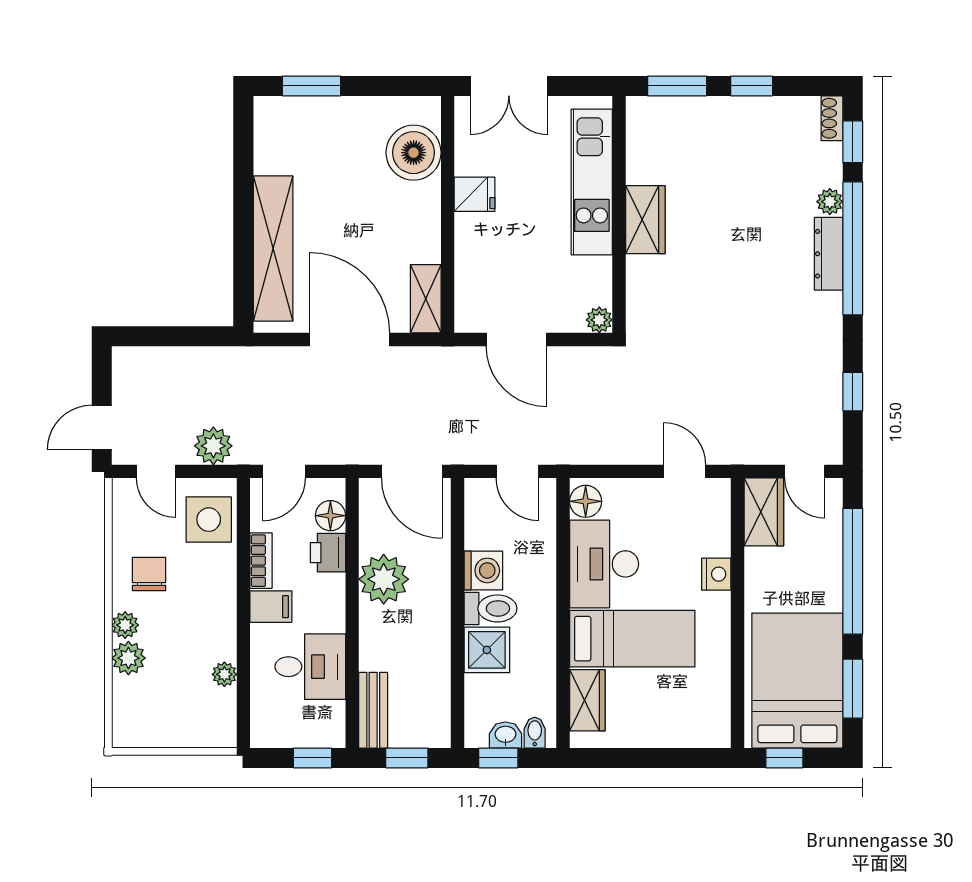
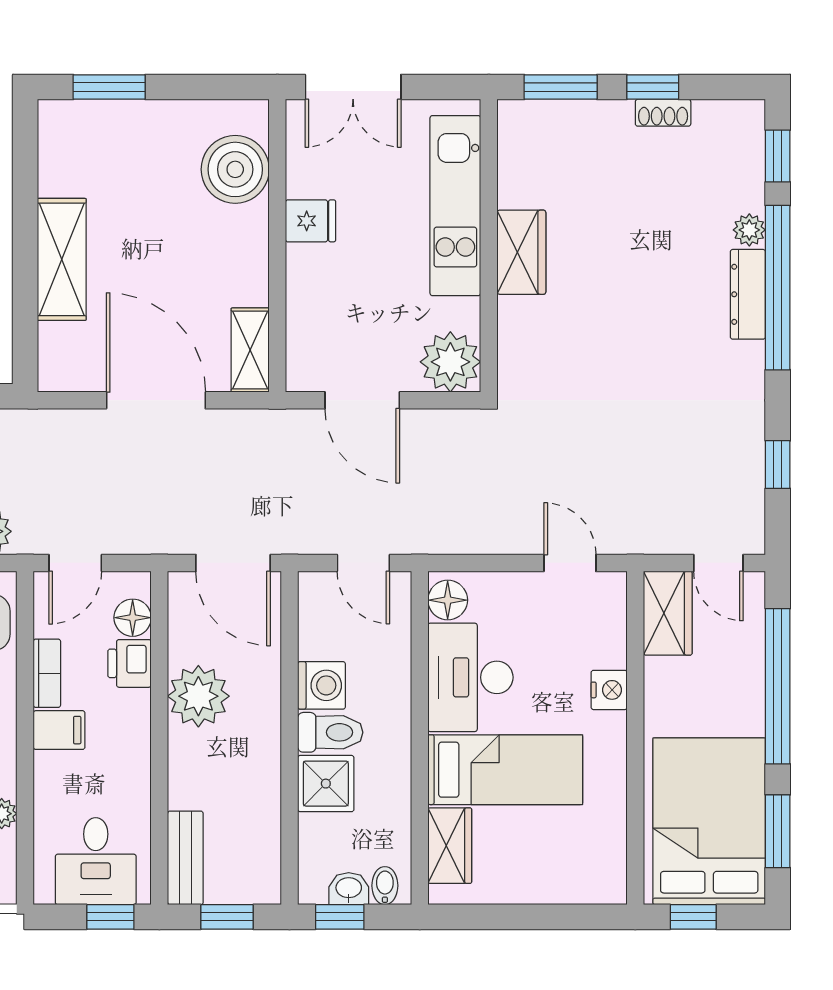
shoe rack: (832, 118) -> (663, 113), moved, turned -90
shelving: (273, 249) -> (62, 259), width x0.68
plant: (599, 320) -> (450, 362), width x1.88, depth x1.88
desk: (310, 667) -> (96, 861), moved, turned 90

